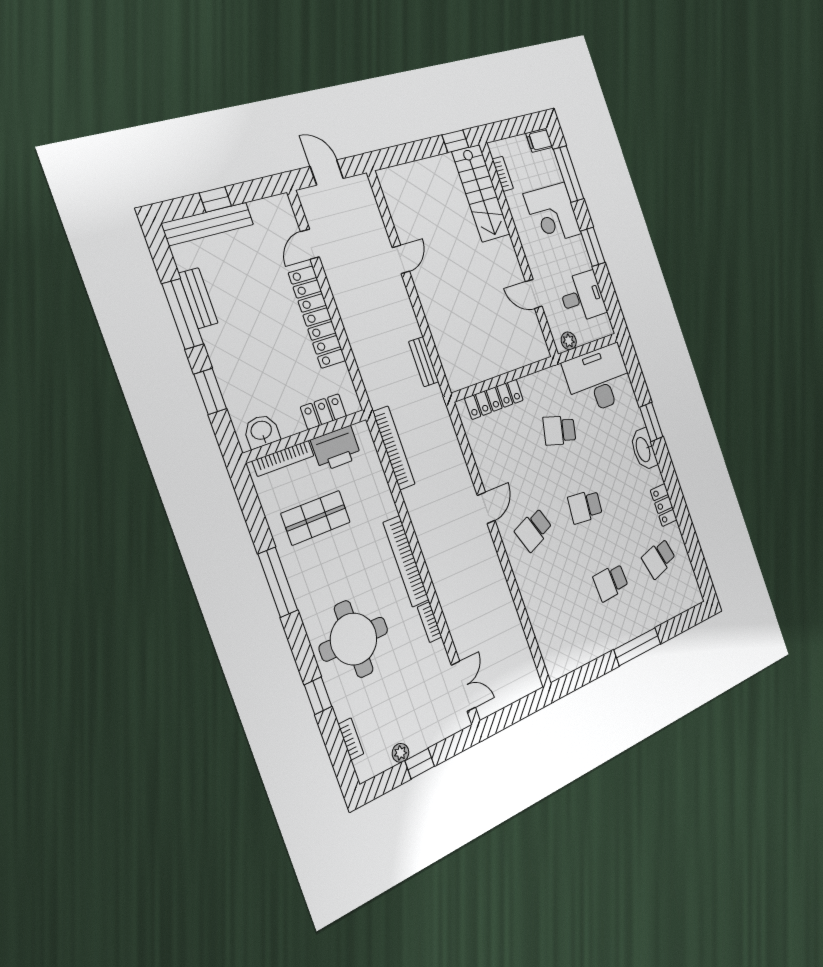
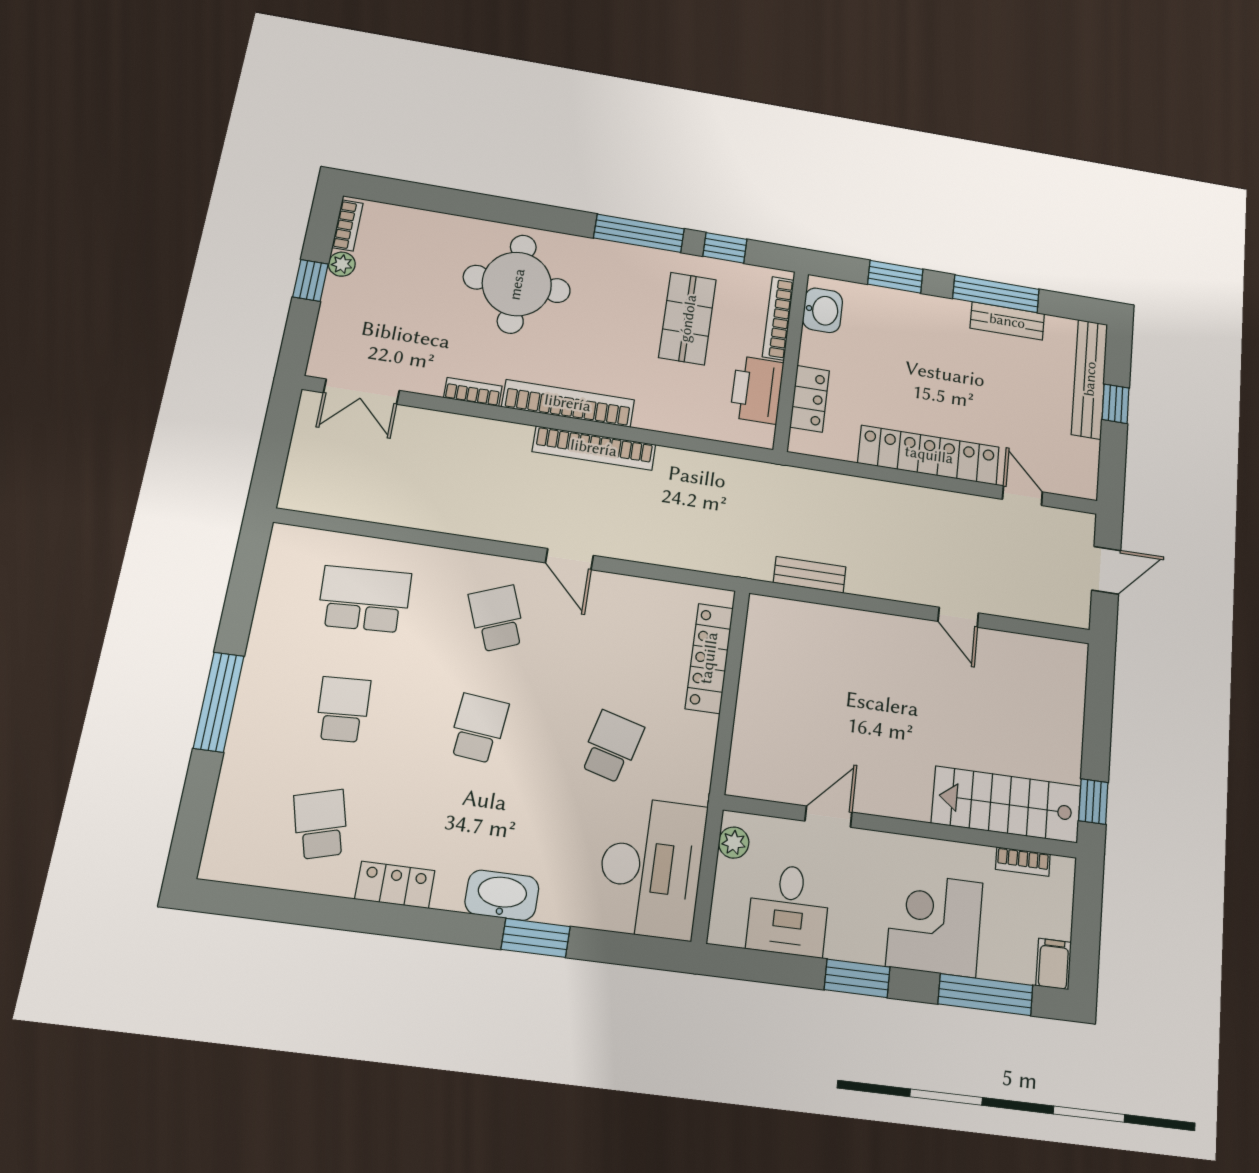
bookcase: (394, 448) -> (594, 448), moved
school desk: (560, 607) -> (364, 599), added
window: (318, 696) -> (725, 248), moved
bookcase: (351, 739) -> (348, 225), moved, turned -90

